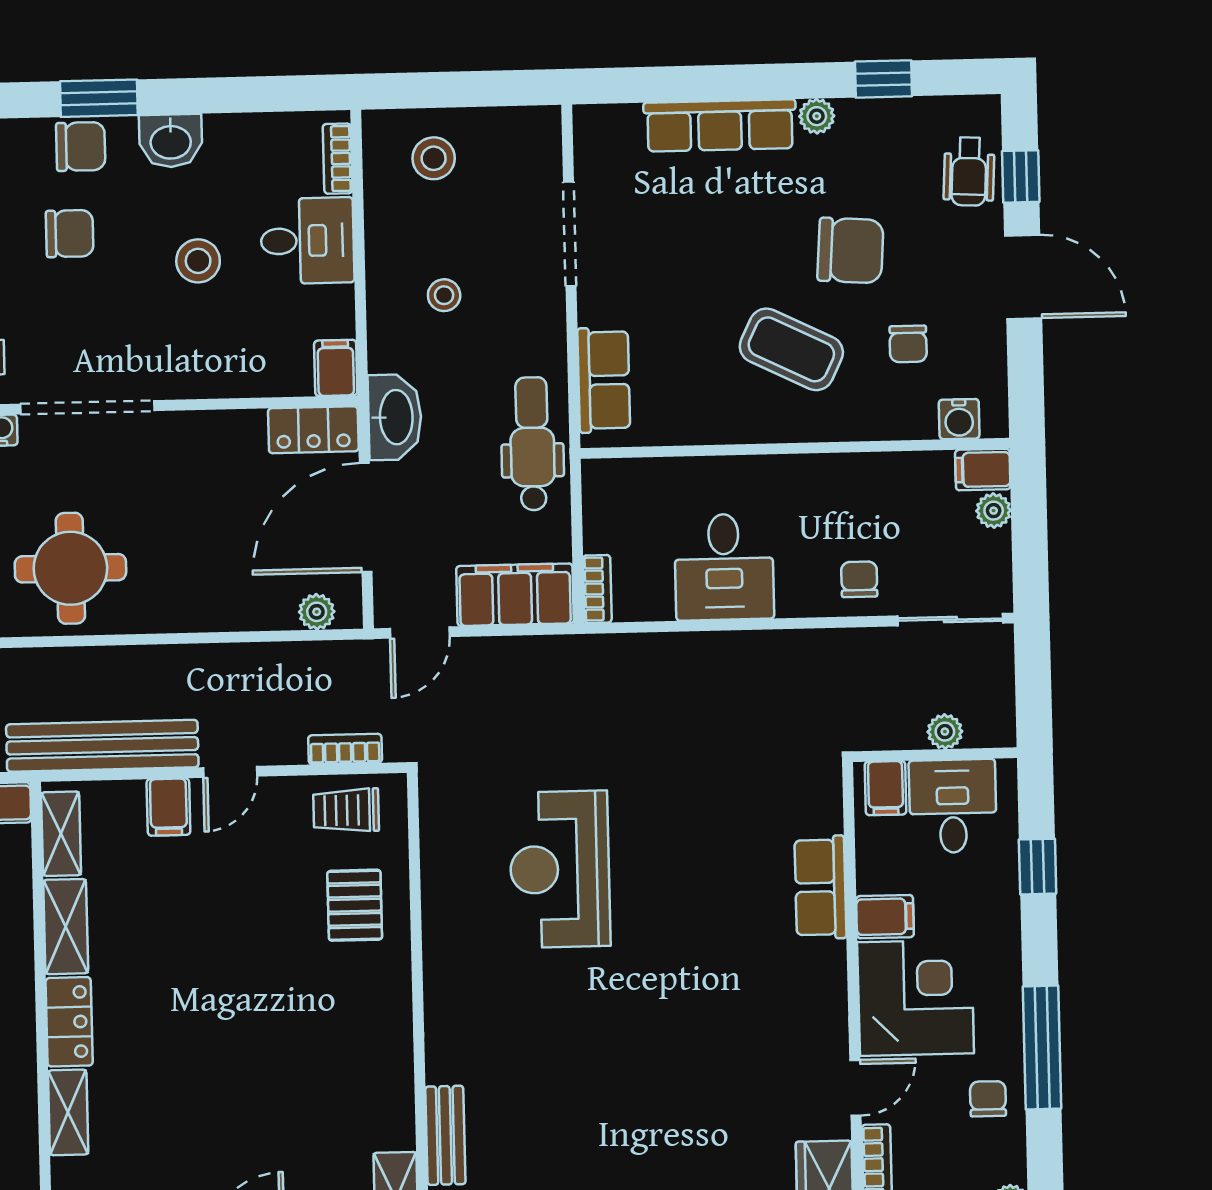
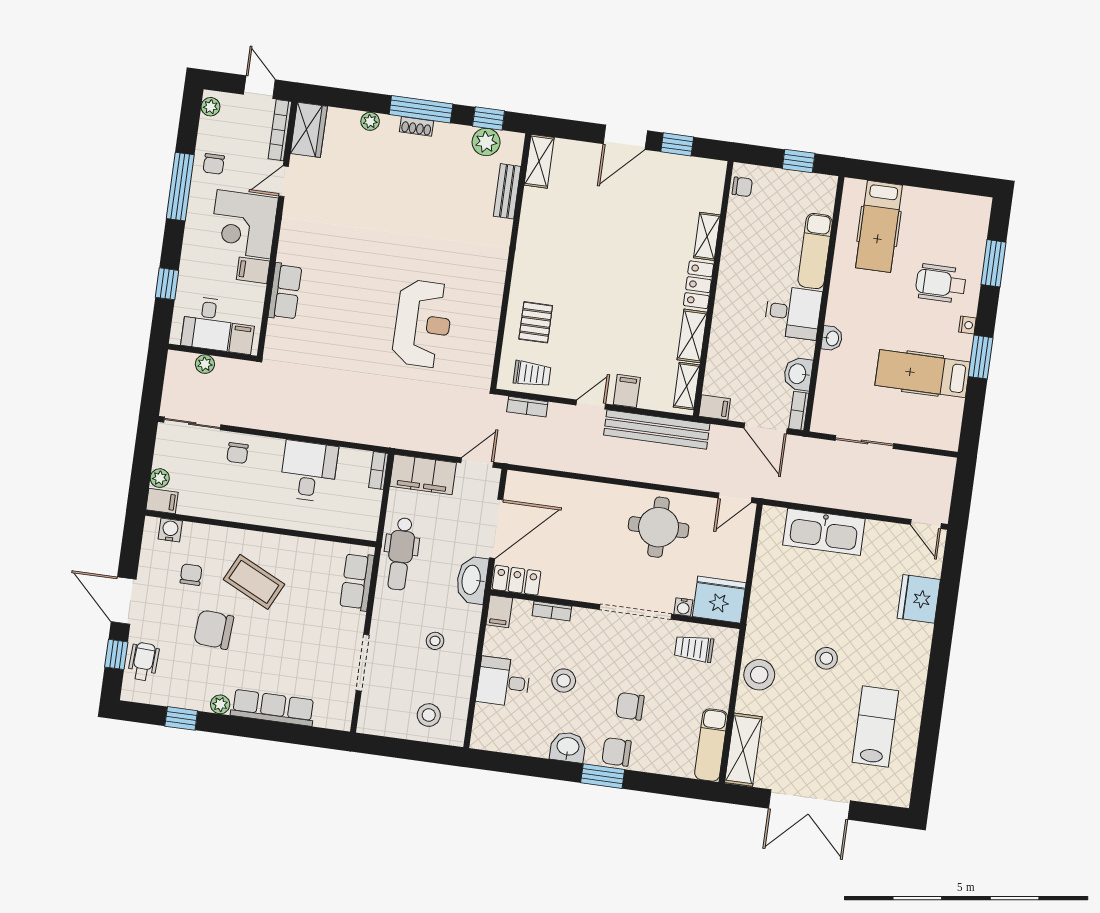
bookcase: (338, 159) -> (552, 611), moved, turned 90
plant: (317, 612) -> (531, 483), removed

